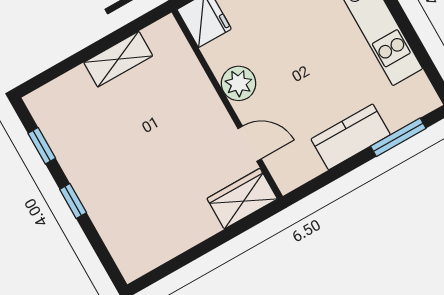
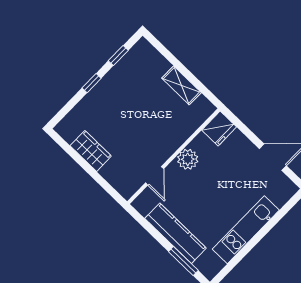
kitchen counter: (351, 137) -> (176, 233), width x1.50
wardrobe: (242, 199) -> (91, 151), moved

